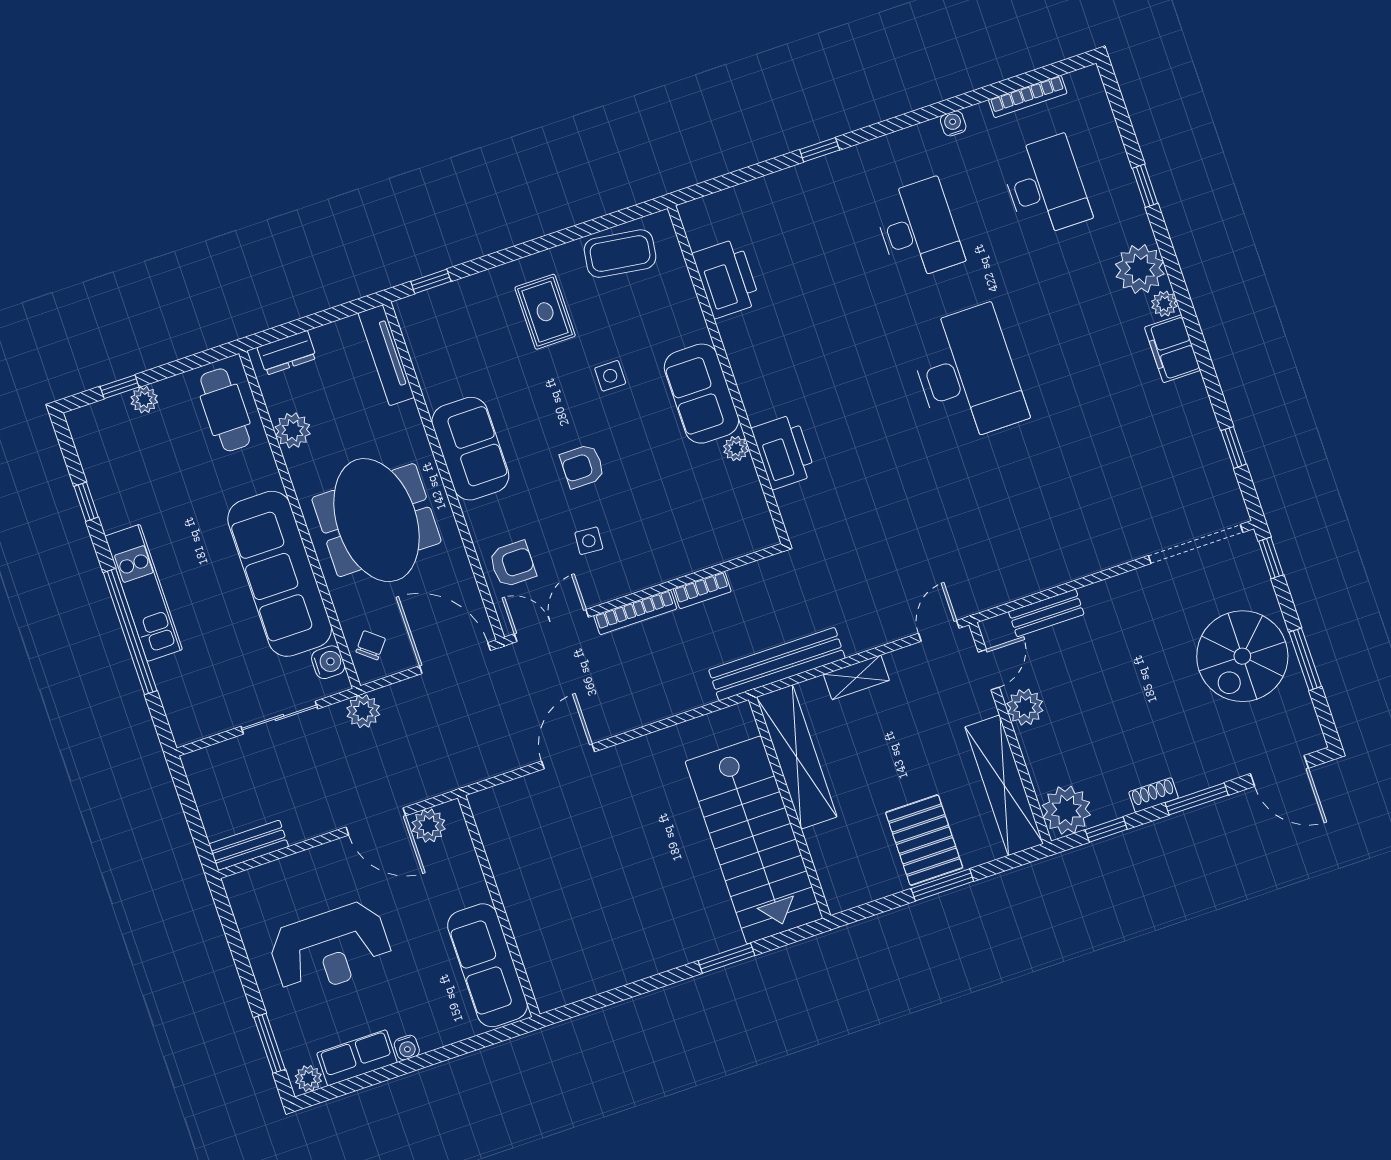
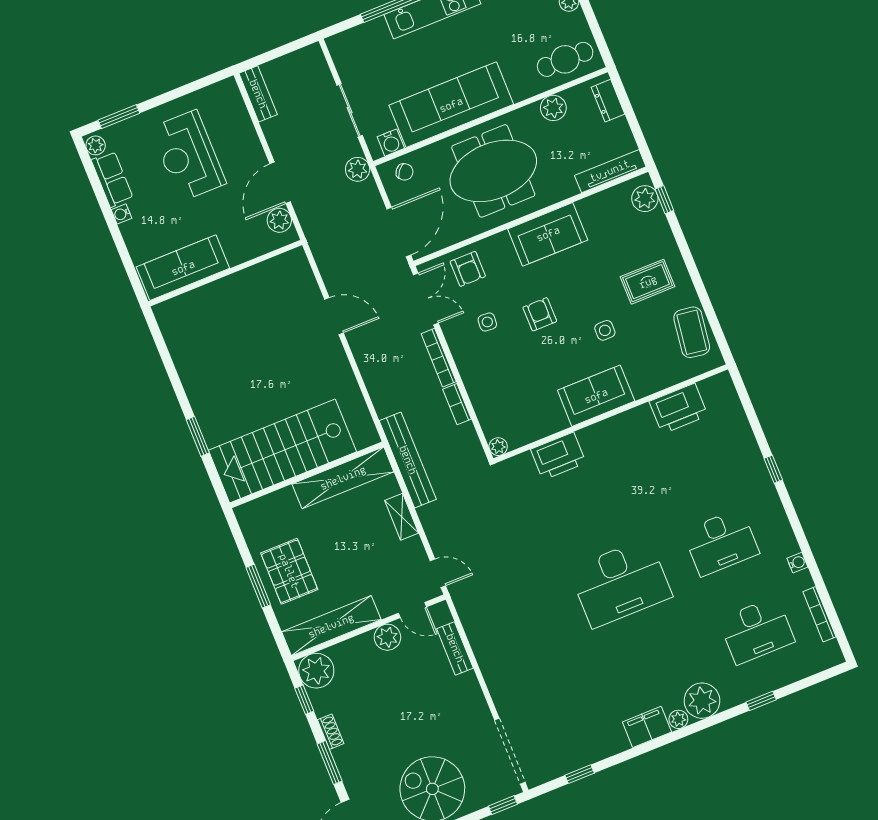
plant: (428, 309) -> (645, 199), added
plant: (736, 449) -> (498, 447), moved
pallet: (924, 840) -> (289, 571), turned 90

